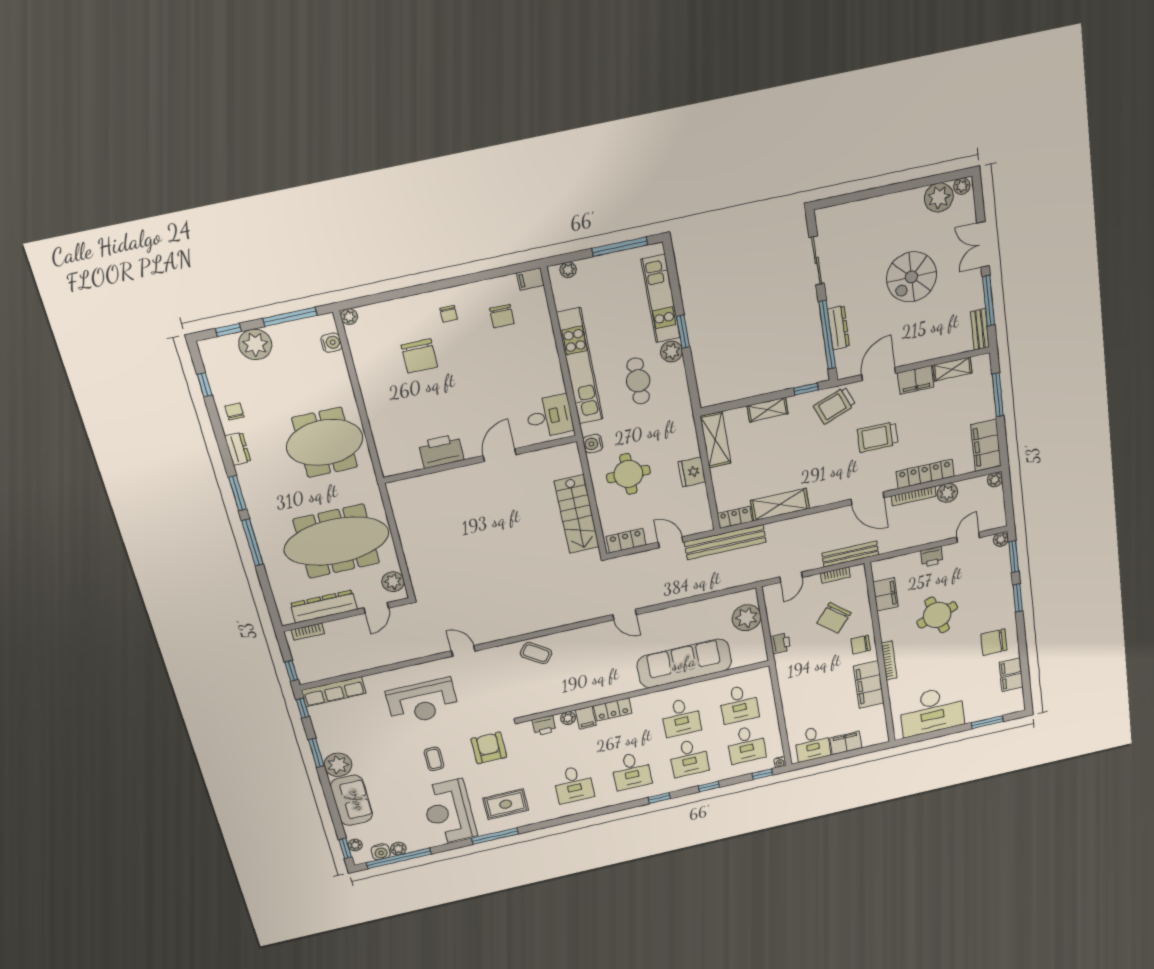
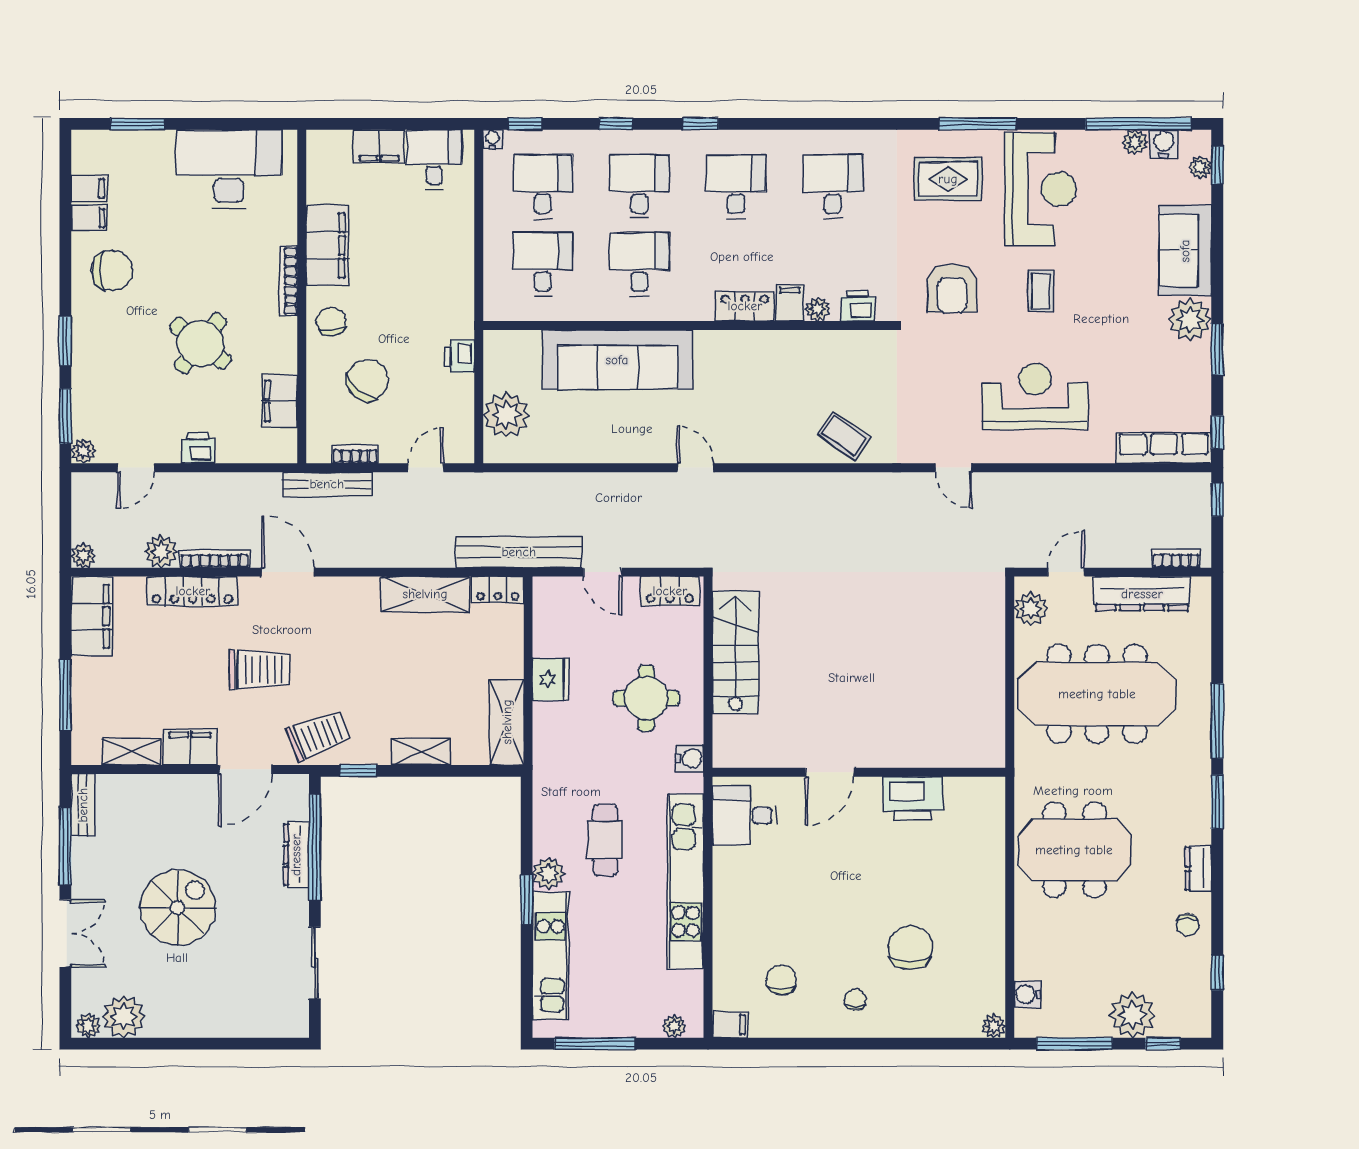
round table: (937, 615) -> (200, 343), turned -34
chair: (861, 645) -> (331, 321), turned -97

